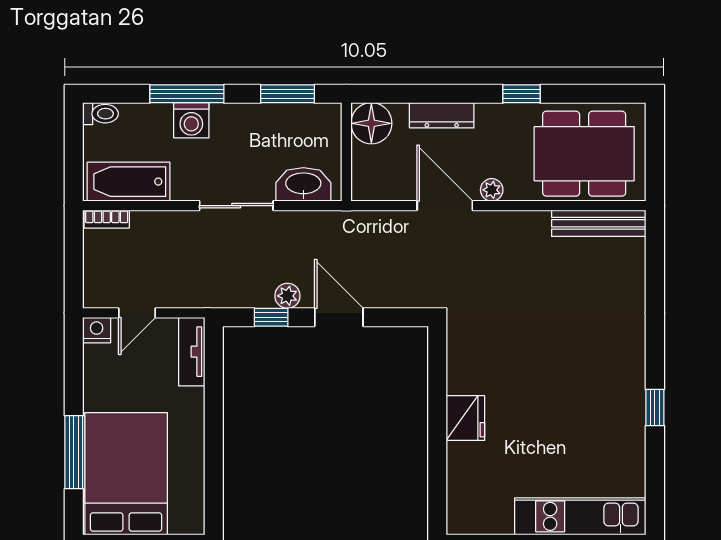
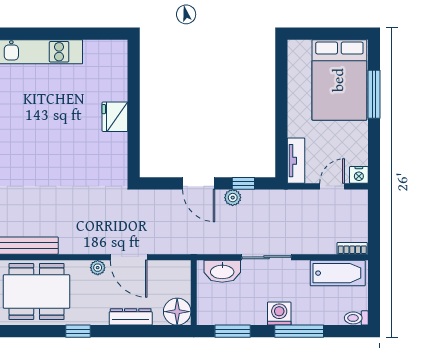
washing machine: (191, 120) -> (279, 314), moved

